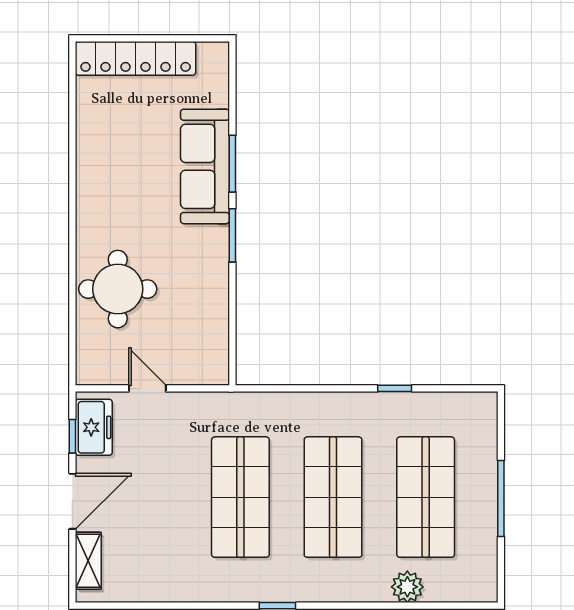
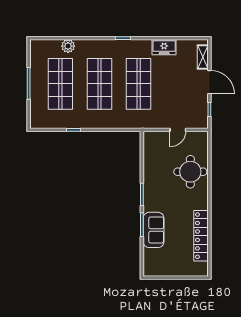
locker: (136, 58) -> (201, 236), moved, turned -90
sofa: (205, 166) -> (154, 230), width x0.73
door: (147, 388) -> (178, 130), hinge flipped
freezer: (94, 427) -> (164, 47), moved, turned -90
door: (72, 501) -> (209, 82), swing flipped

